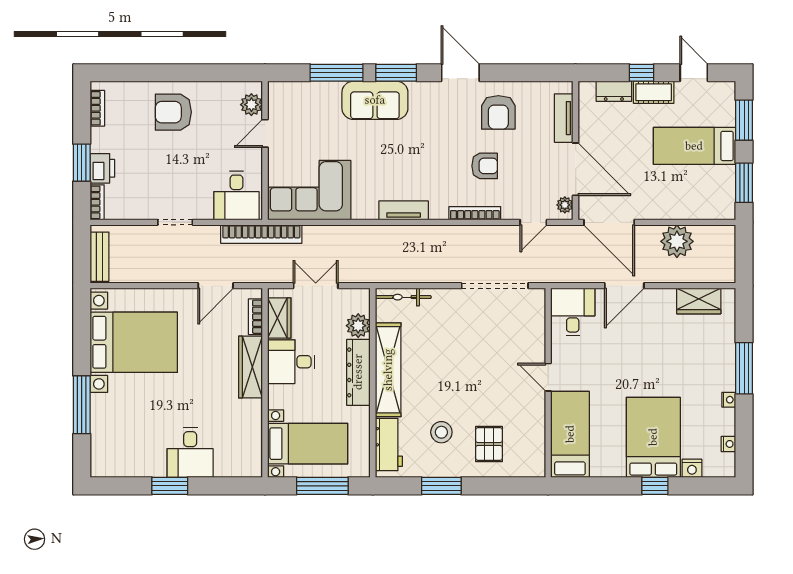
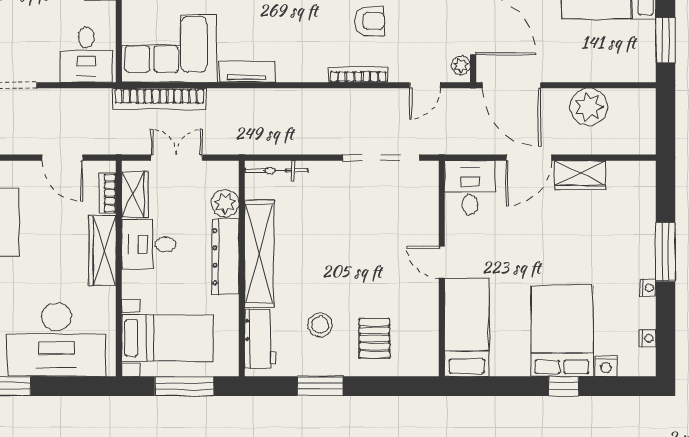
tv unit: (404, 210) -> (247, 72), moved
bookcase: (261, 234) -> (159, 99), moved
door: (216, 286) -> (62, 158), hinge flipped
wardrobe: (699, 301) -> (580, 175), moved
desk: (190, 453) -> (56, 340), width x1.87, depth x1.30

